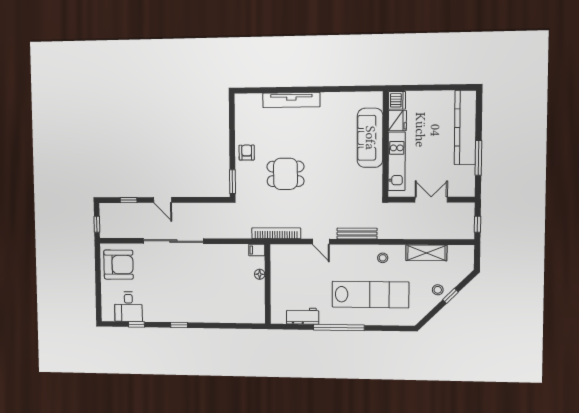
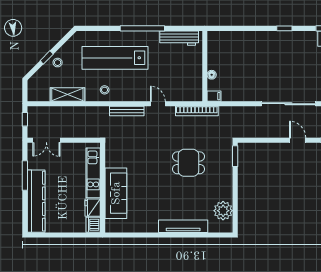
plant: (245, 119) -> (223, 211), added
armchair: (247, 153) -> (222, 181), removed
double door: (431, 200) -> (46, 140), moved
workbench: (303, 316) -> (179, 38), width x1.38

